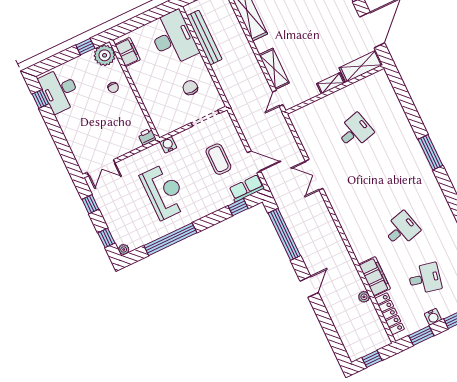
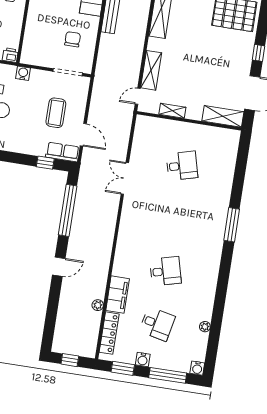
shelving: (331, 83) -> (172, 111), moved

